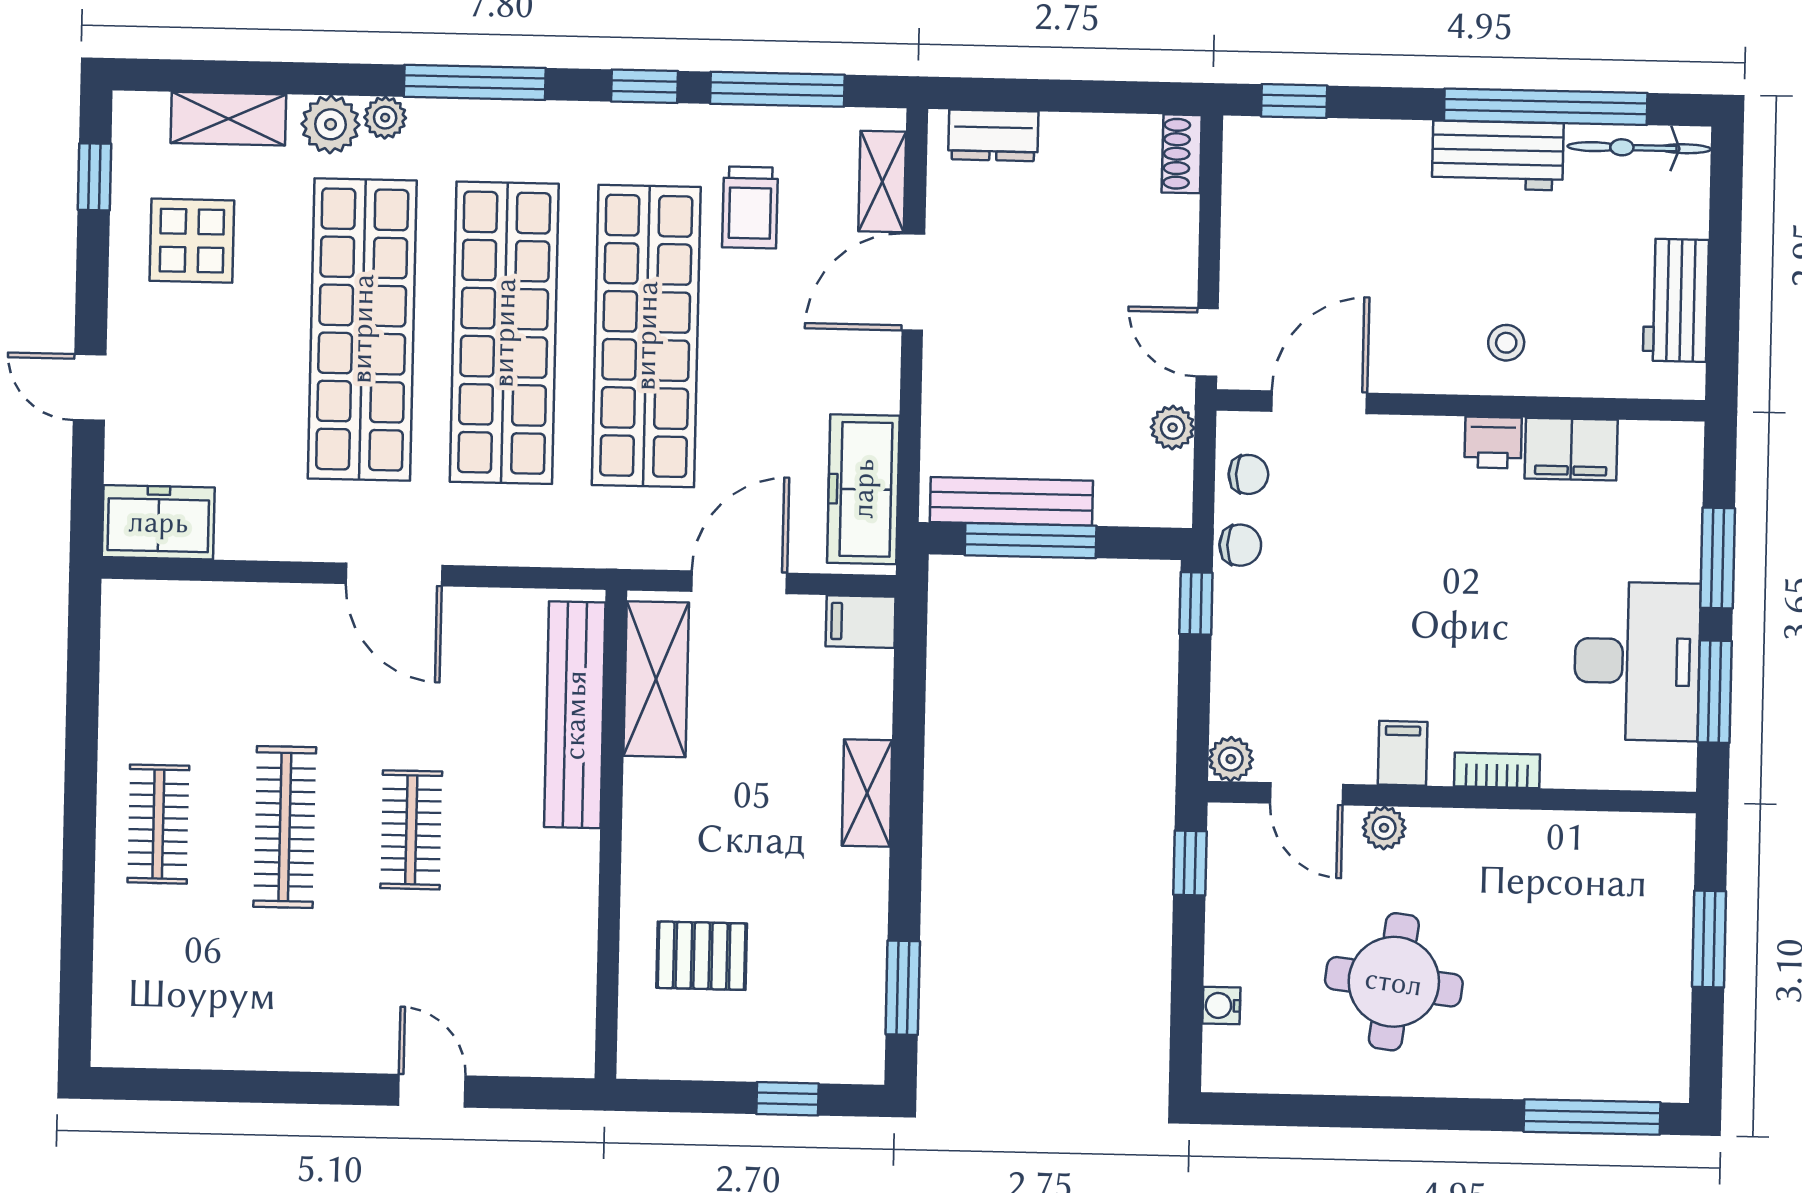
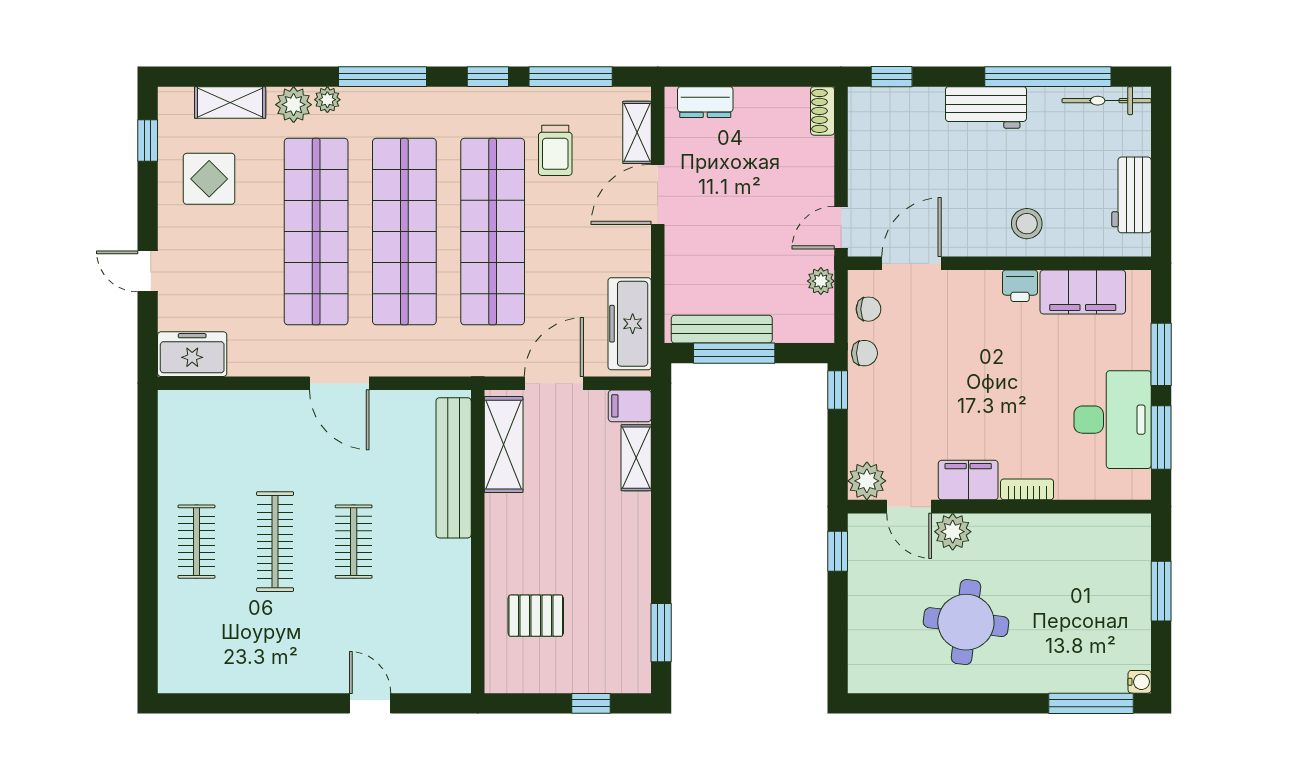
workbench: (1498, 155) -> (986, 107), moved
door: (1207, 342) -> (841, 228), hinge flipped
stool: (1506, 343) -> (1027, 224), width x1.37, depth x1.37
filing cabinet: (1571, 449) -> (1083, 292), width x1.50, depth x1.17
filing cabinet: (1403, 753) -> (968, 480), width x2.00
plant: (1231, 759) -> (867, 481), width x1.38, depth x1.38
shelving: (867, 793) -> (636, 458), moved
plant: (1384, 828) -> (953, 532), width x1.38, depth x1.38
water cooler: (1221, 1006) -> (1140, 682), moved, turned 180

